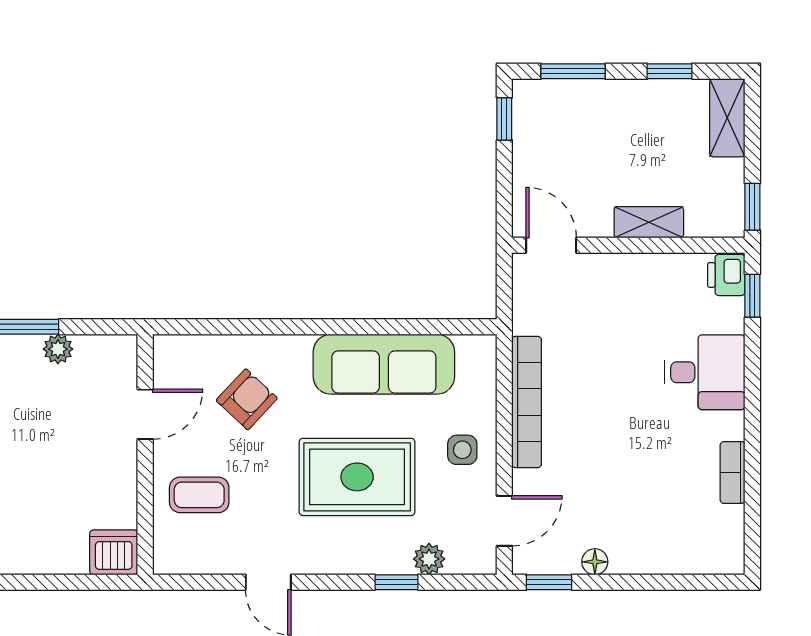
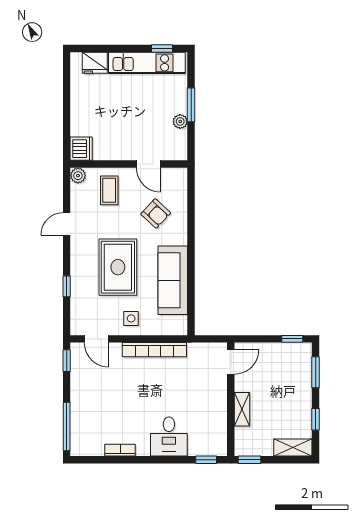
printer: (726, 275) -> (216, 447), removed
plant: (429, 559) -> (78, 176), moved
floor lamp: (595, 562) -> (77, 383), removed
window: (684, 582) -> (67, 427), added

